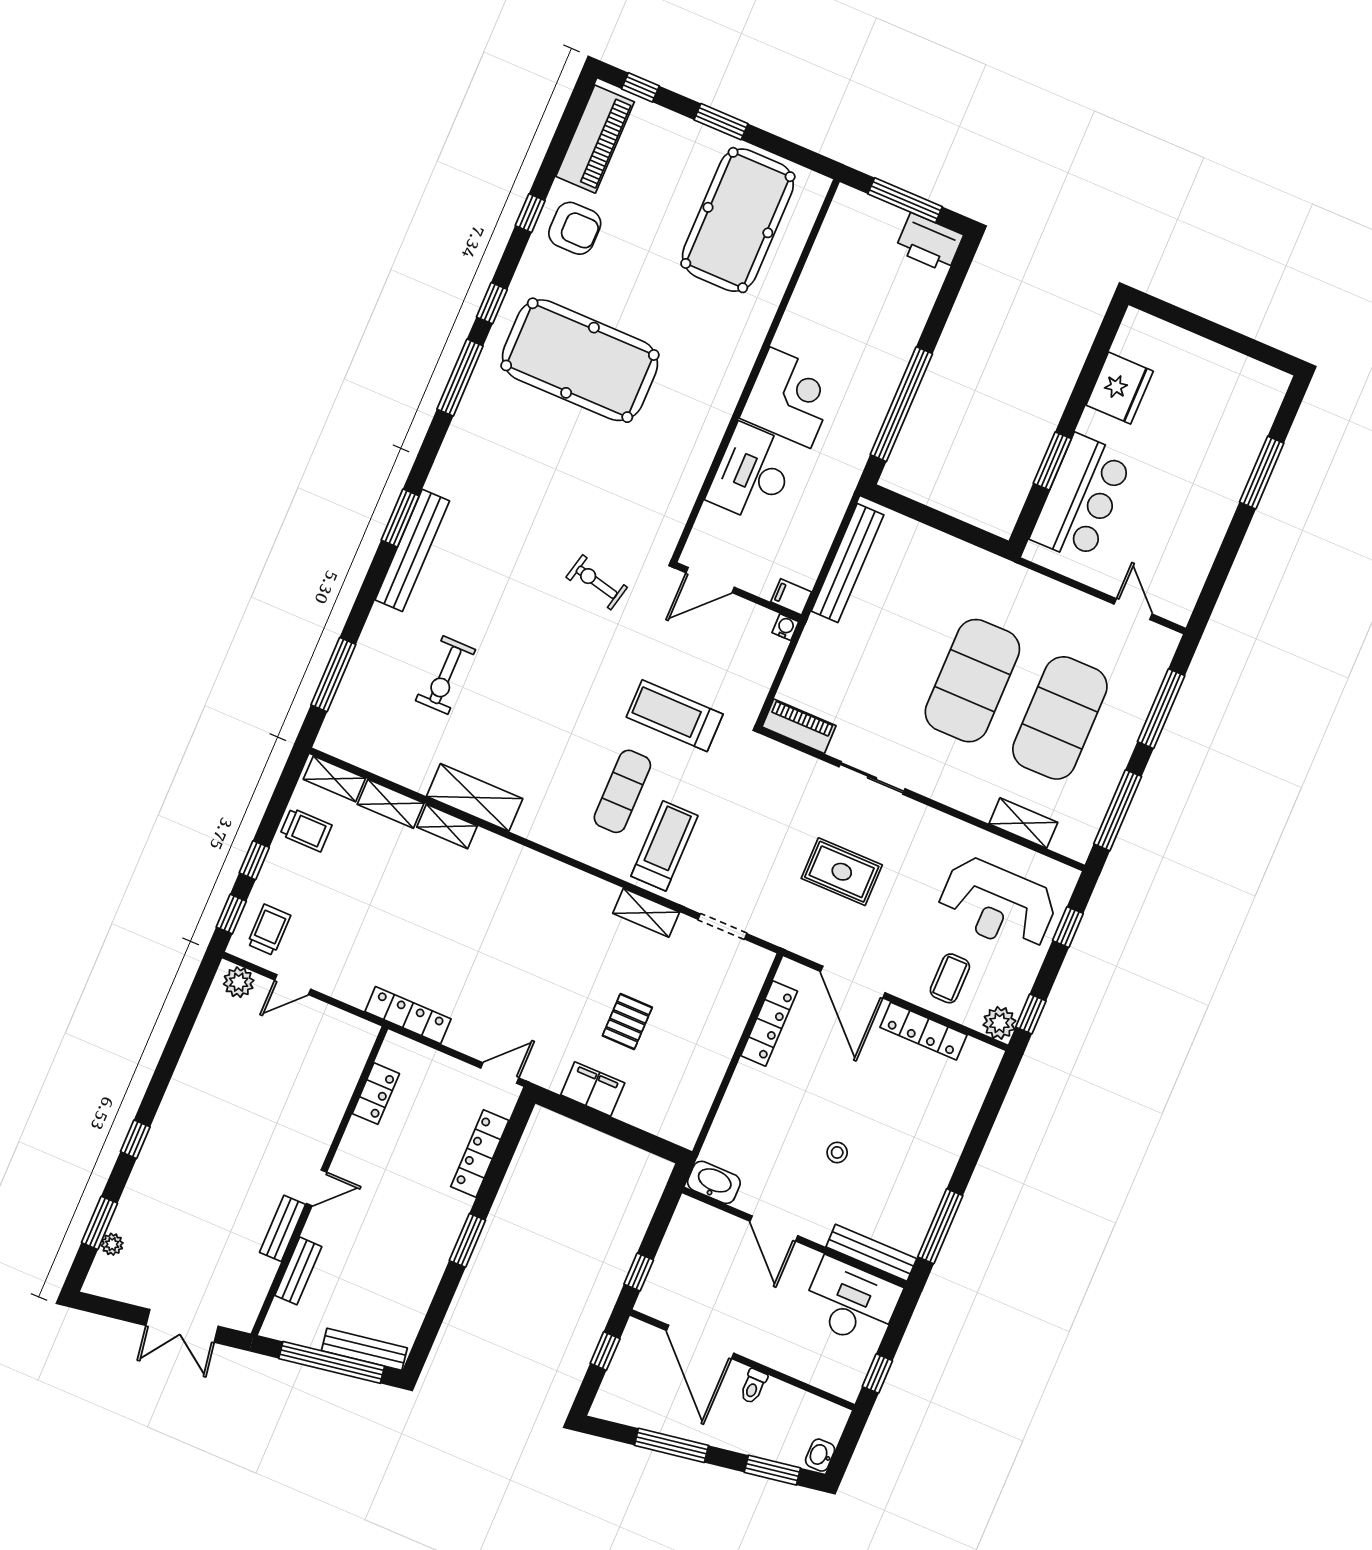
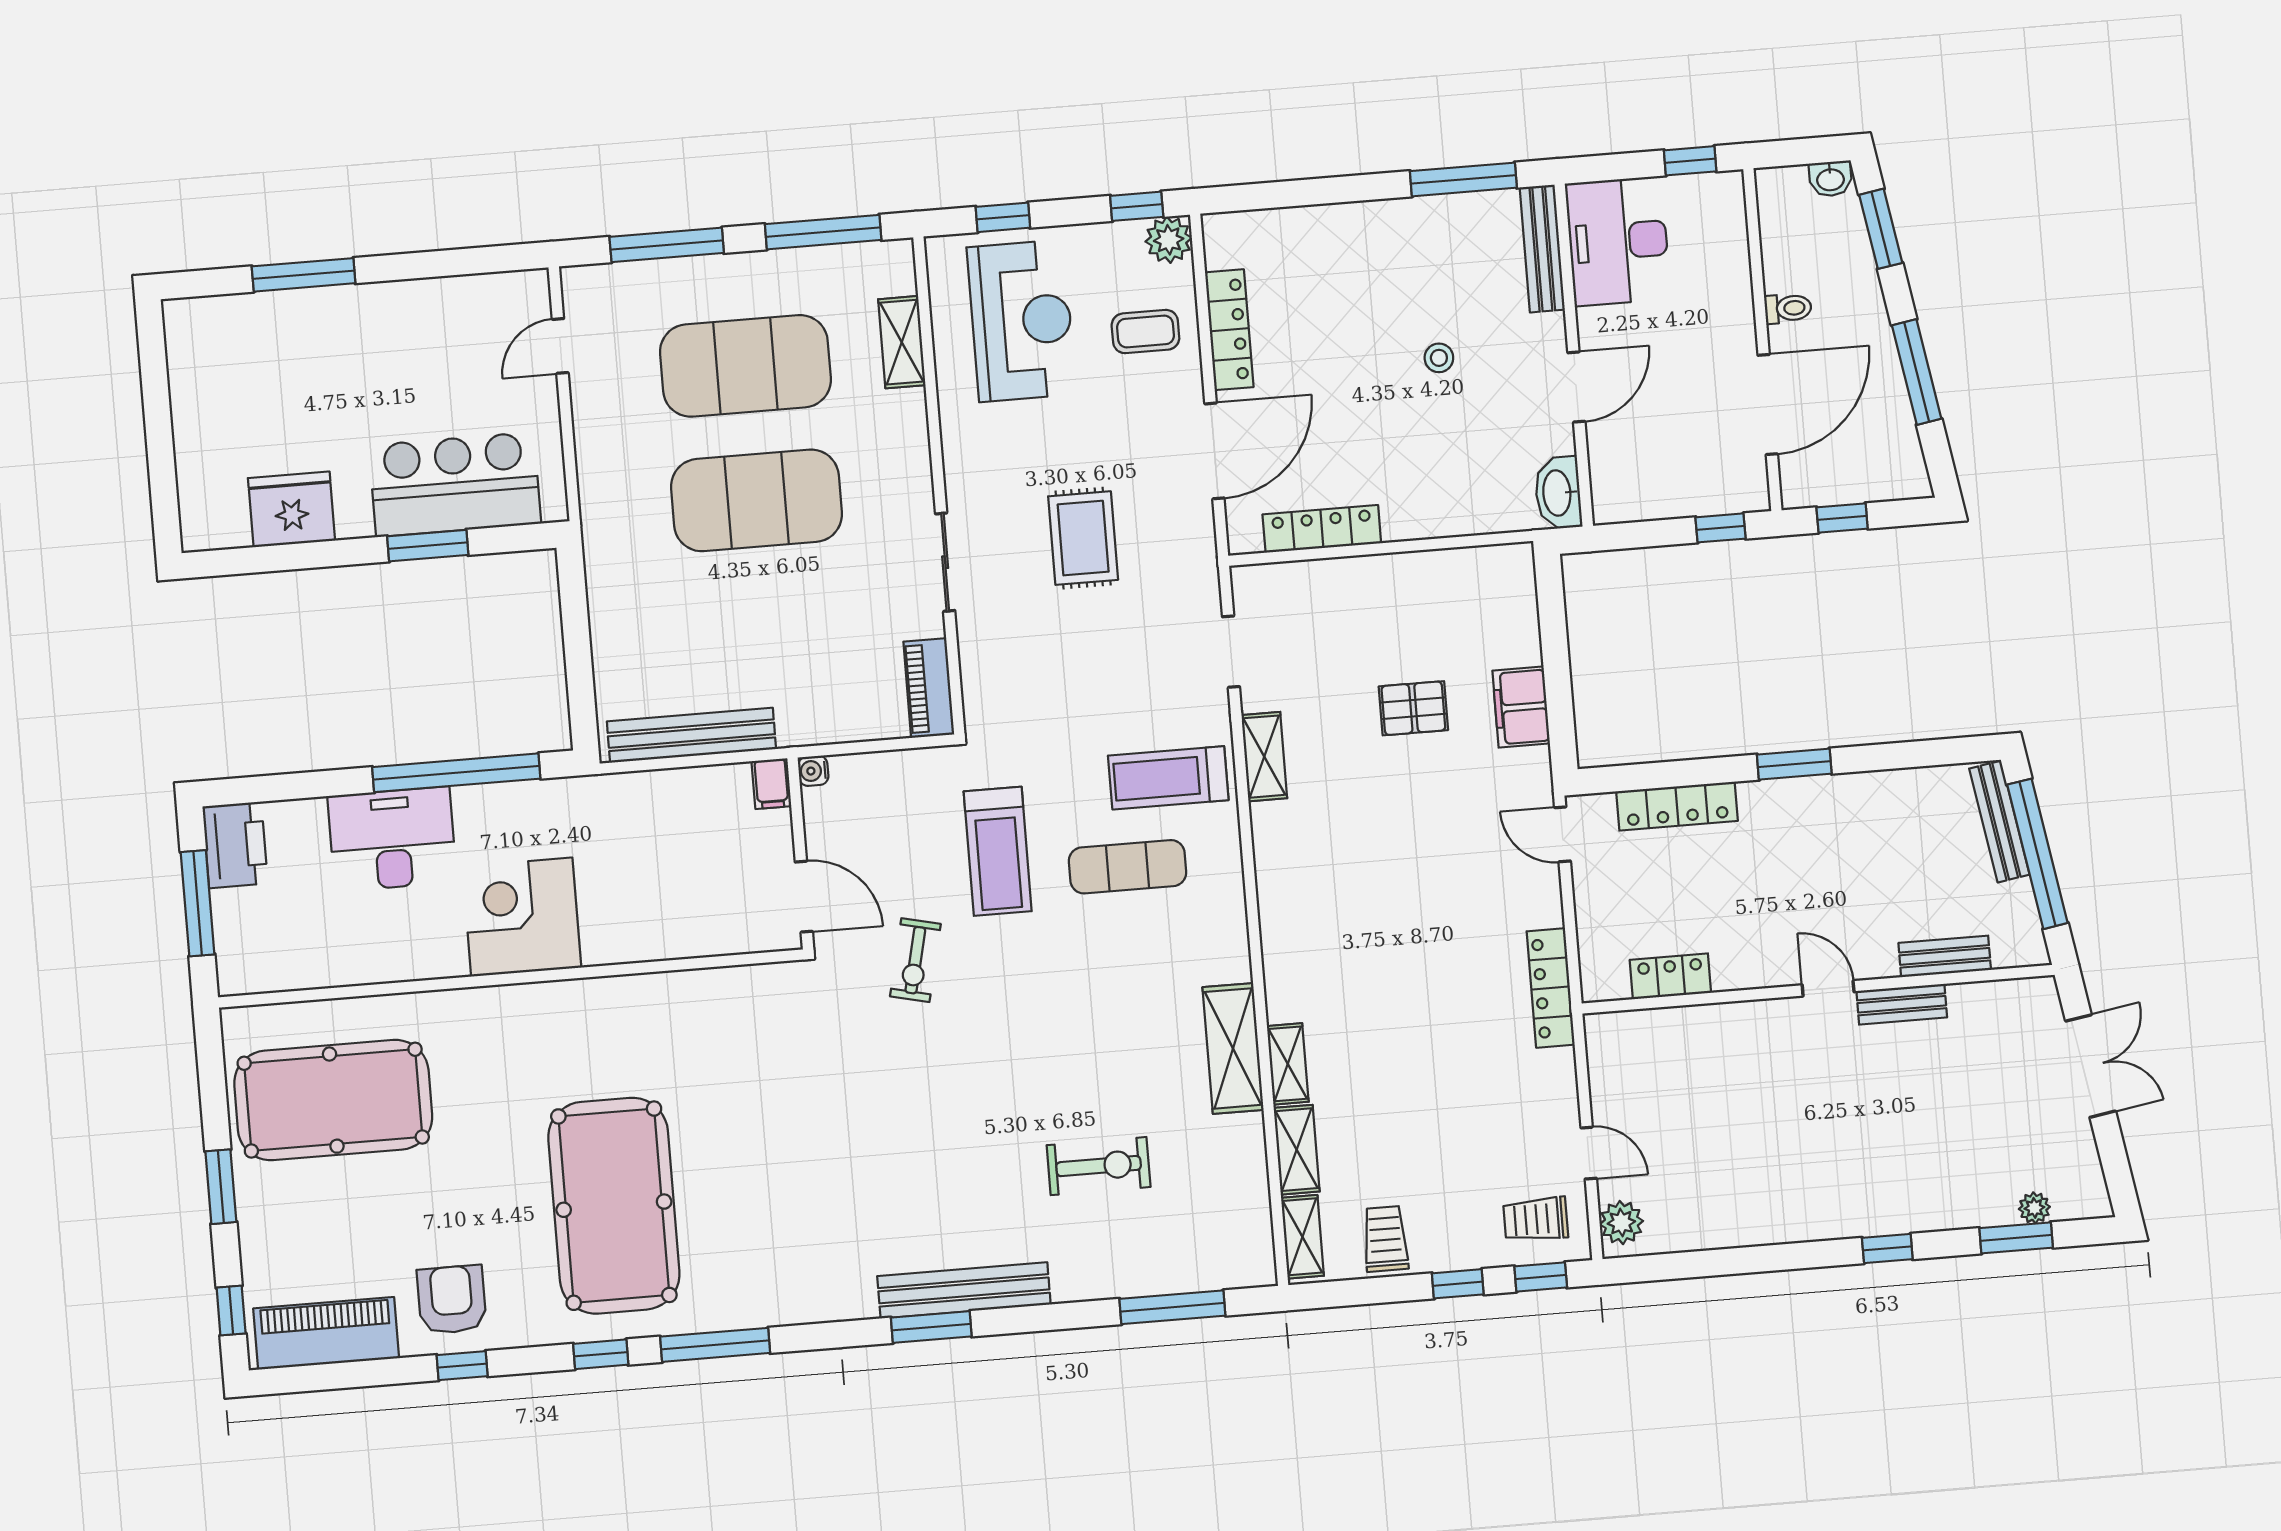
desk: (752, 473) -> (392, 839), moved, turned 180
exercise bike: (597, 582) -> (915, 960), moved

